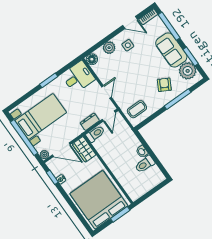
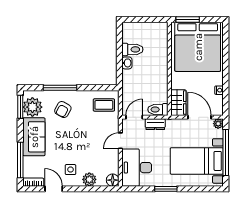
window: (191, 56) -> (20, 107), moved
desk: (78, 77) -> (137, 168), width x1.37
window: (52, 177) -> (226, 98), removed

